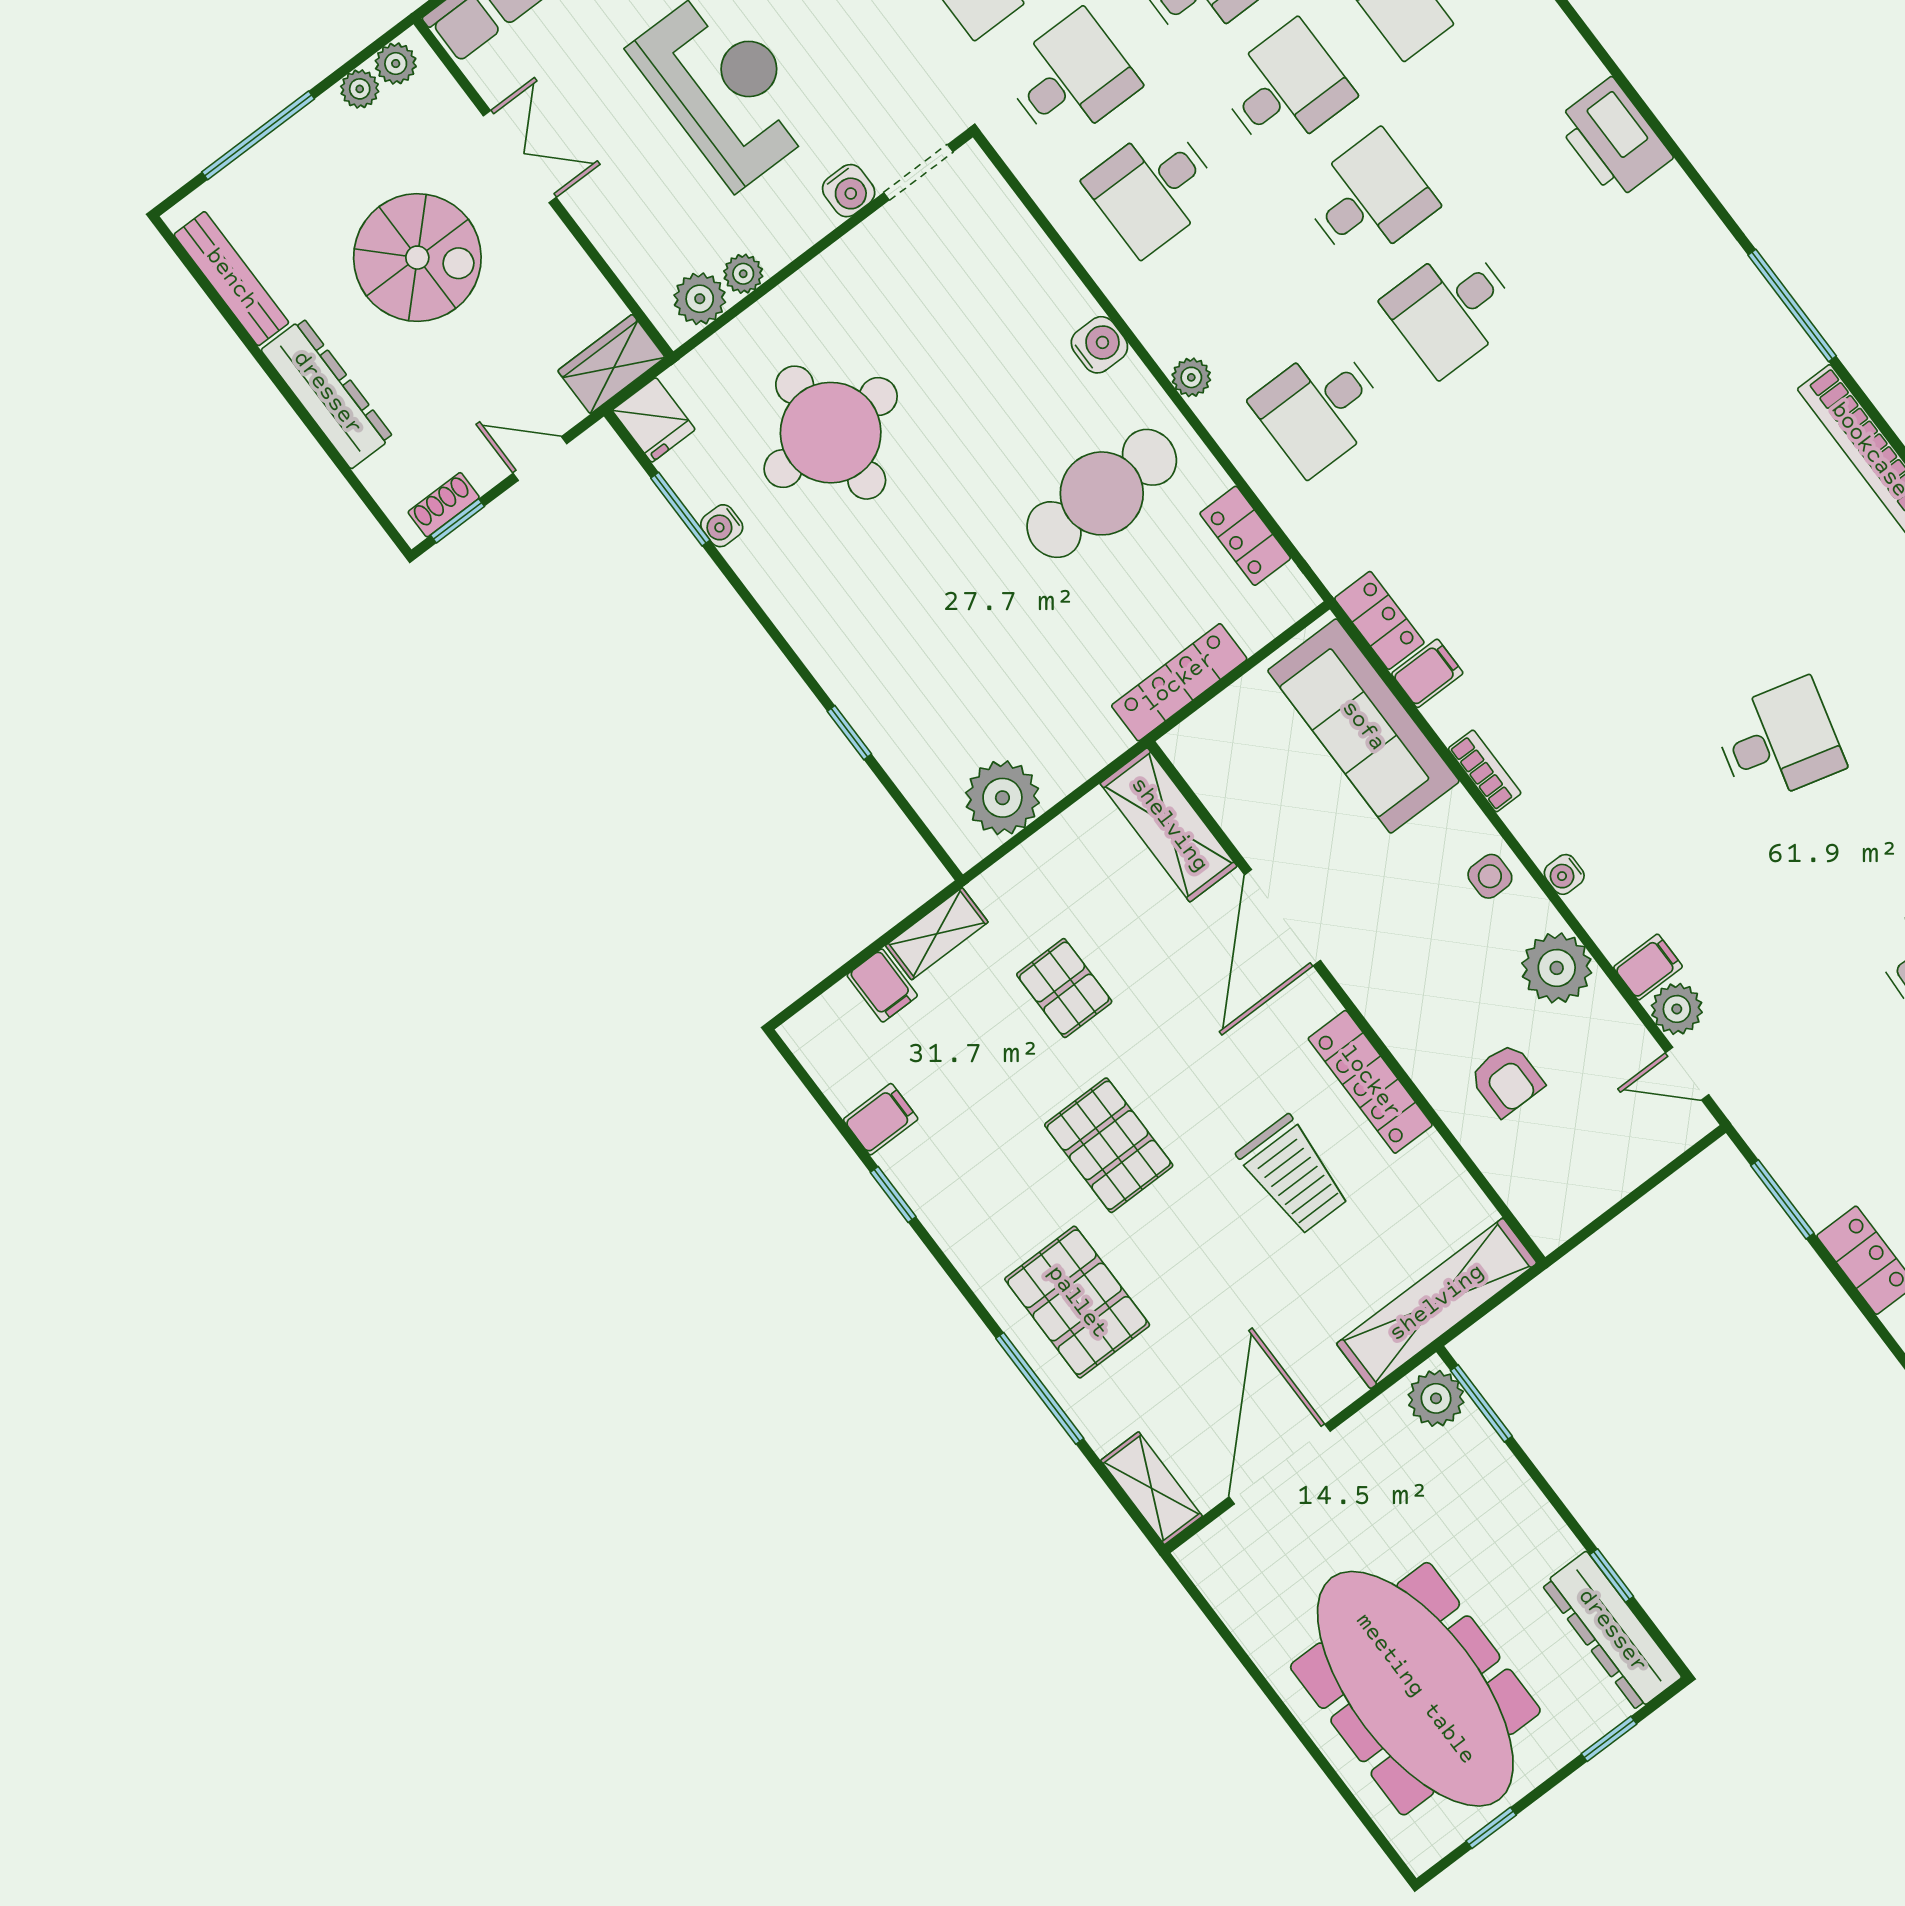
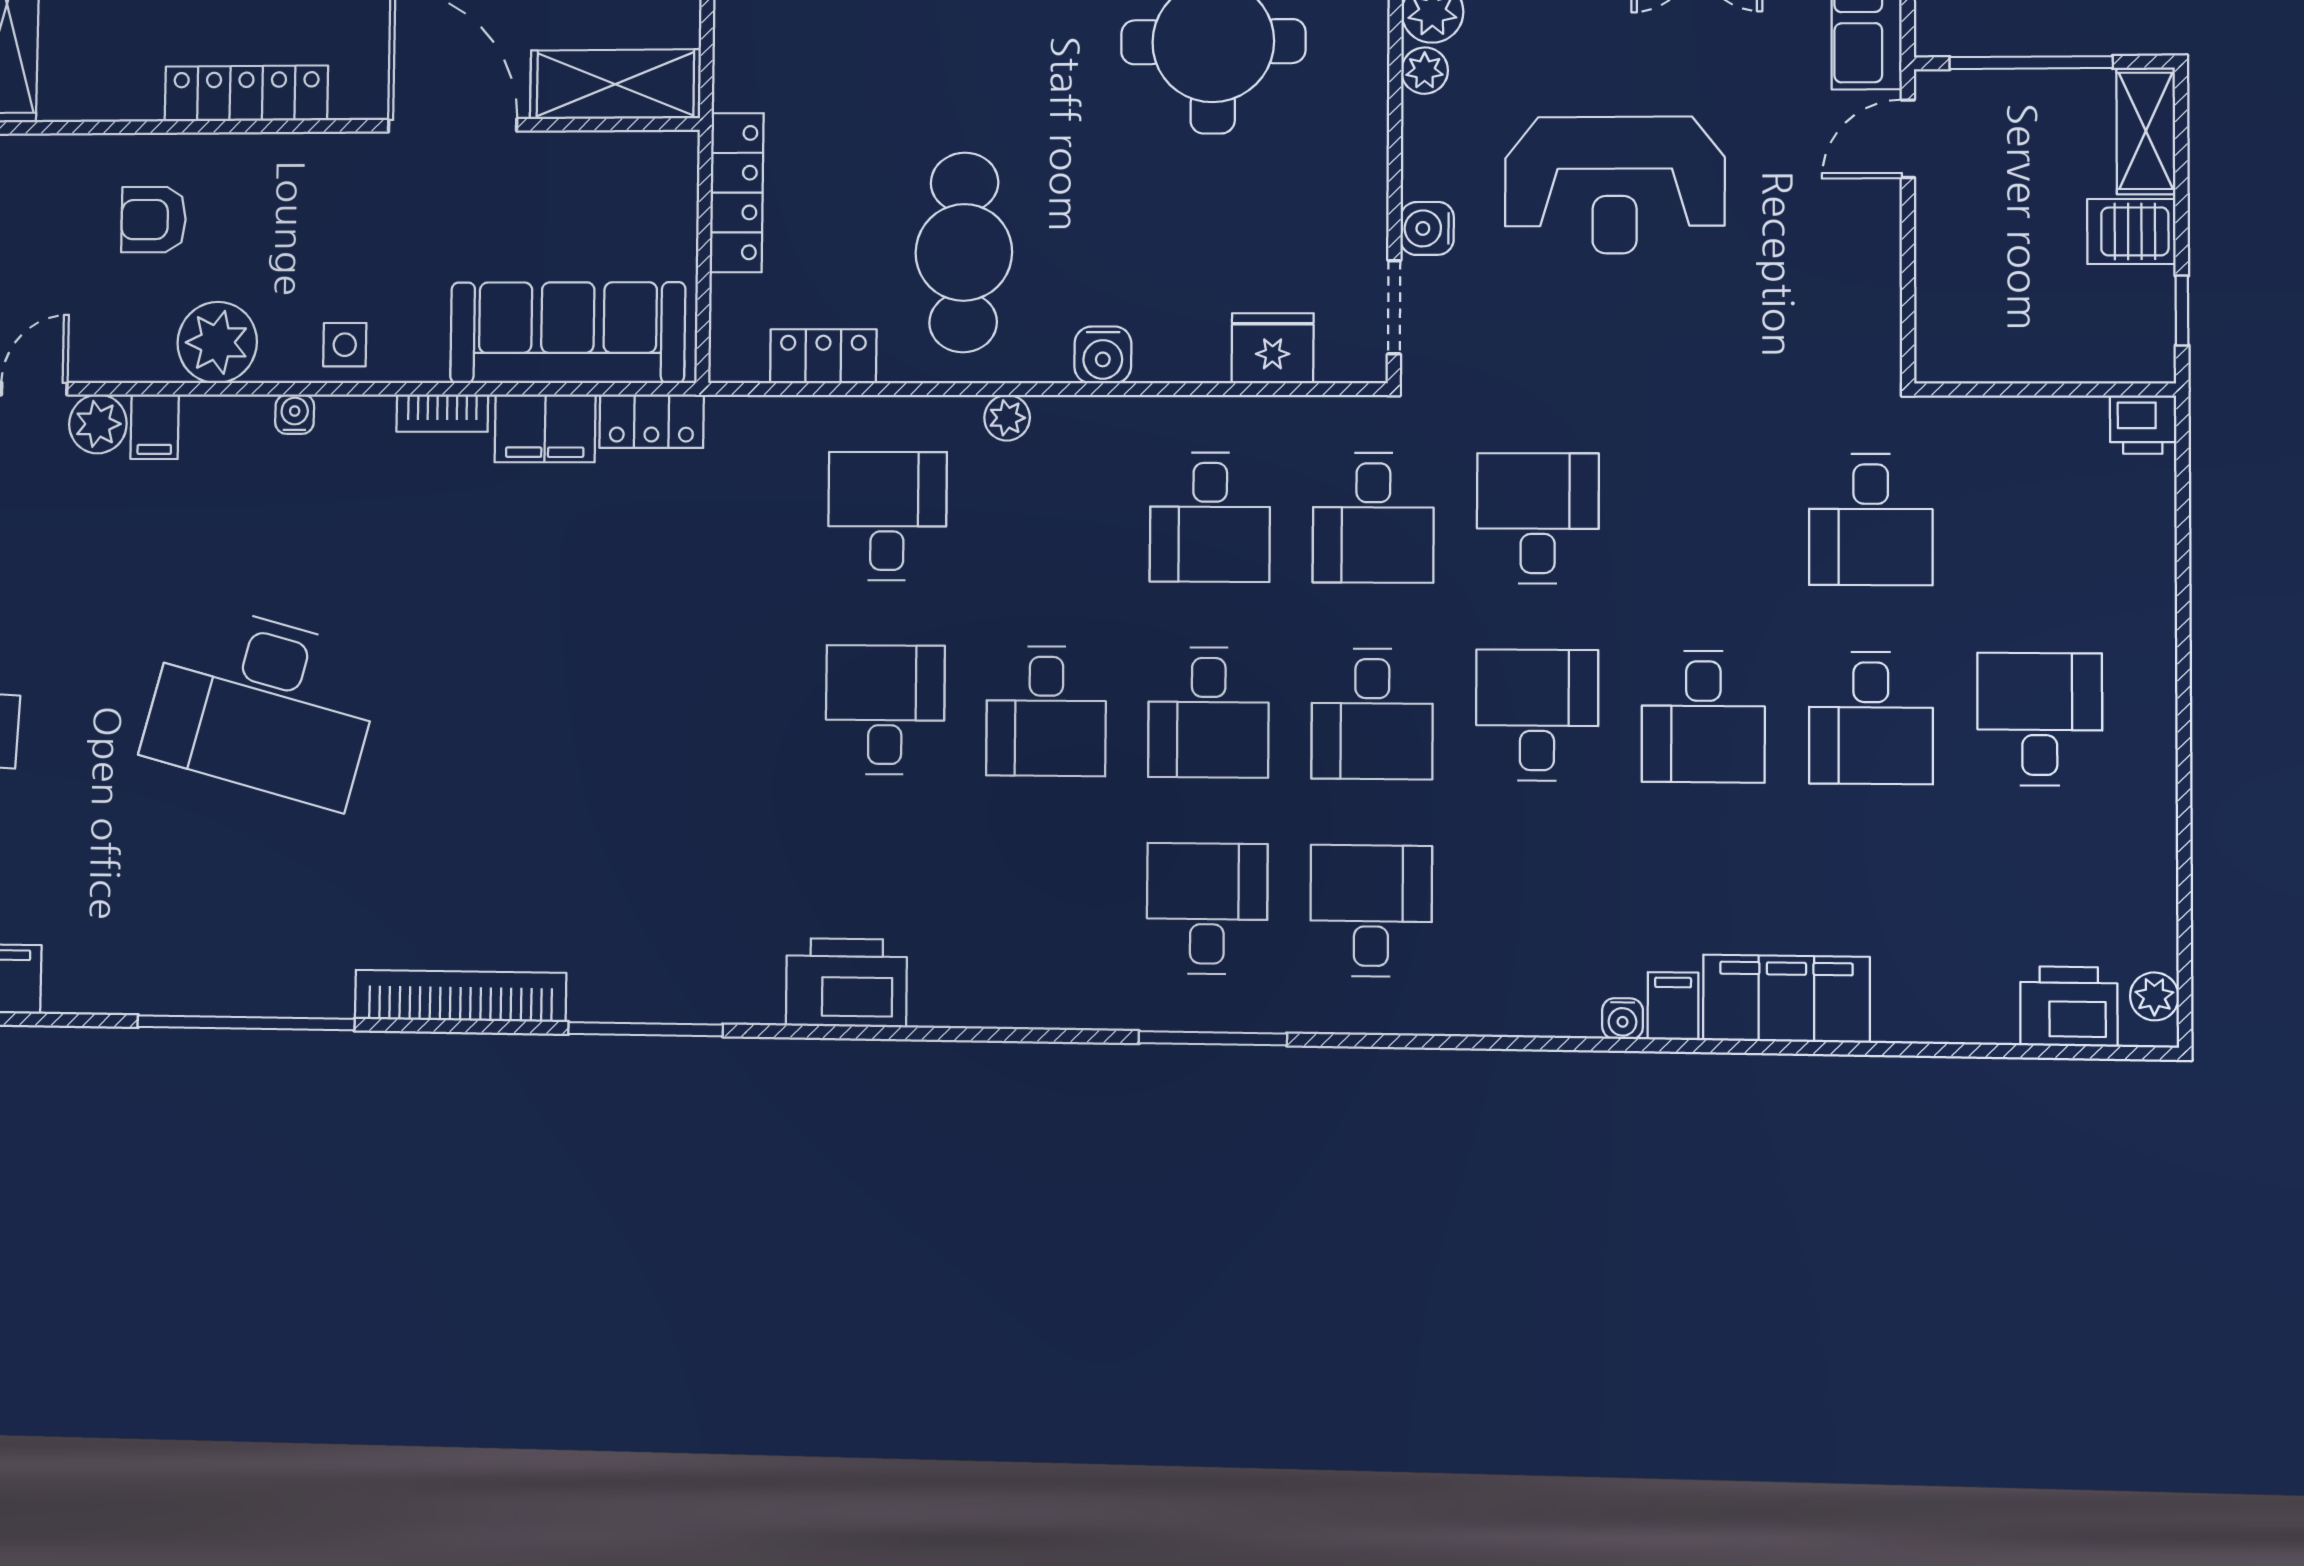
printer: (1614, 139) -> (846, 983), moved
desk: (1154, 188) -> (1210, 517), turned 180
fridge: (1008, 233) -> (1273, 348), added
filing cabinet: (1427, 673) -> (545, 428), width x2.00
desk: (1779, 741) -> (263, 705), width x1.87, depth x1.30

